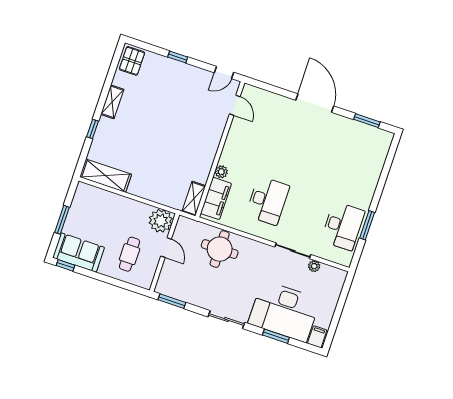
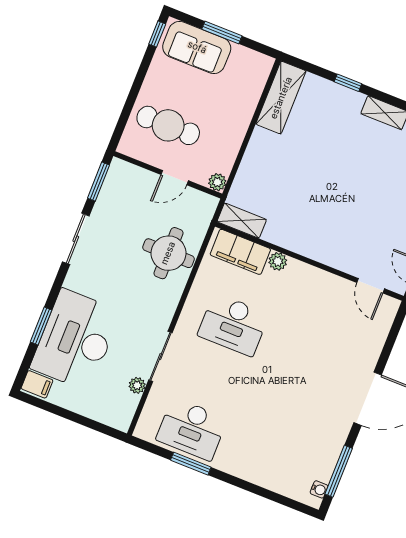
door: (235, 105) -> (371, 286), hinge flipped
window: (367, 121) -> (339, 471), width x1.44
water cooler: (381, 134) -> (319, 489), added
plant: (161, 221) -> (217, 182), width x0.53, depth x0.53
sofa: (79, 252) -> (197, 47), moved, turned 90
cafe table: (130, 254) -> (168, 125), width x1.37, depth x1.35
sliding door: (226, 320) -> (76, 239), moved

